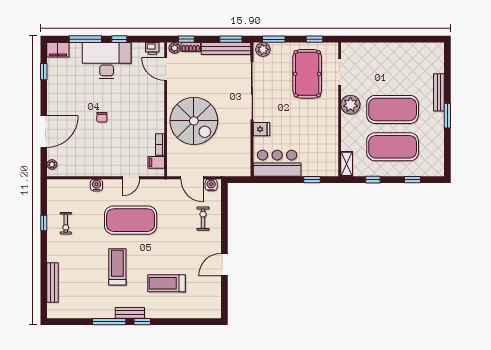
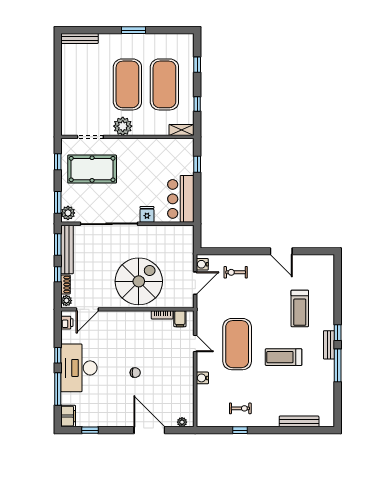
window: (186, 39) -> (58, 274), moved
bench: (439, 92) -> (79, 39), moved

